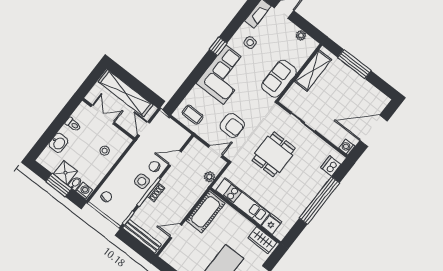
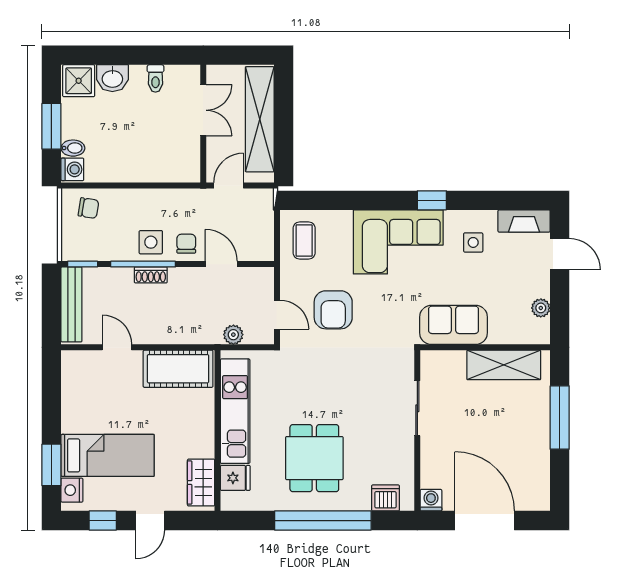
stool: (105, 151) -> (153, 154), removed
dining table: (274, 154) -> (314, 458), moved, turned 90
shower: (65, 173) -> (79, 81), moved

